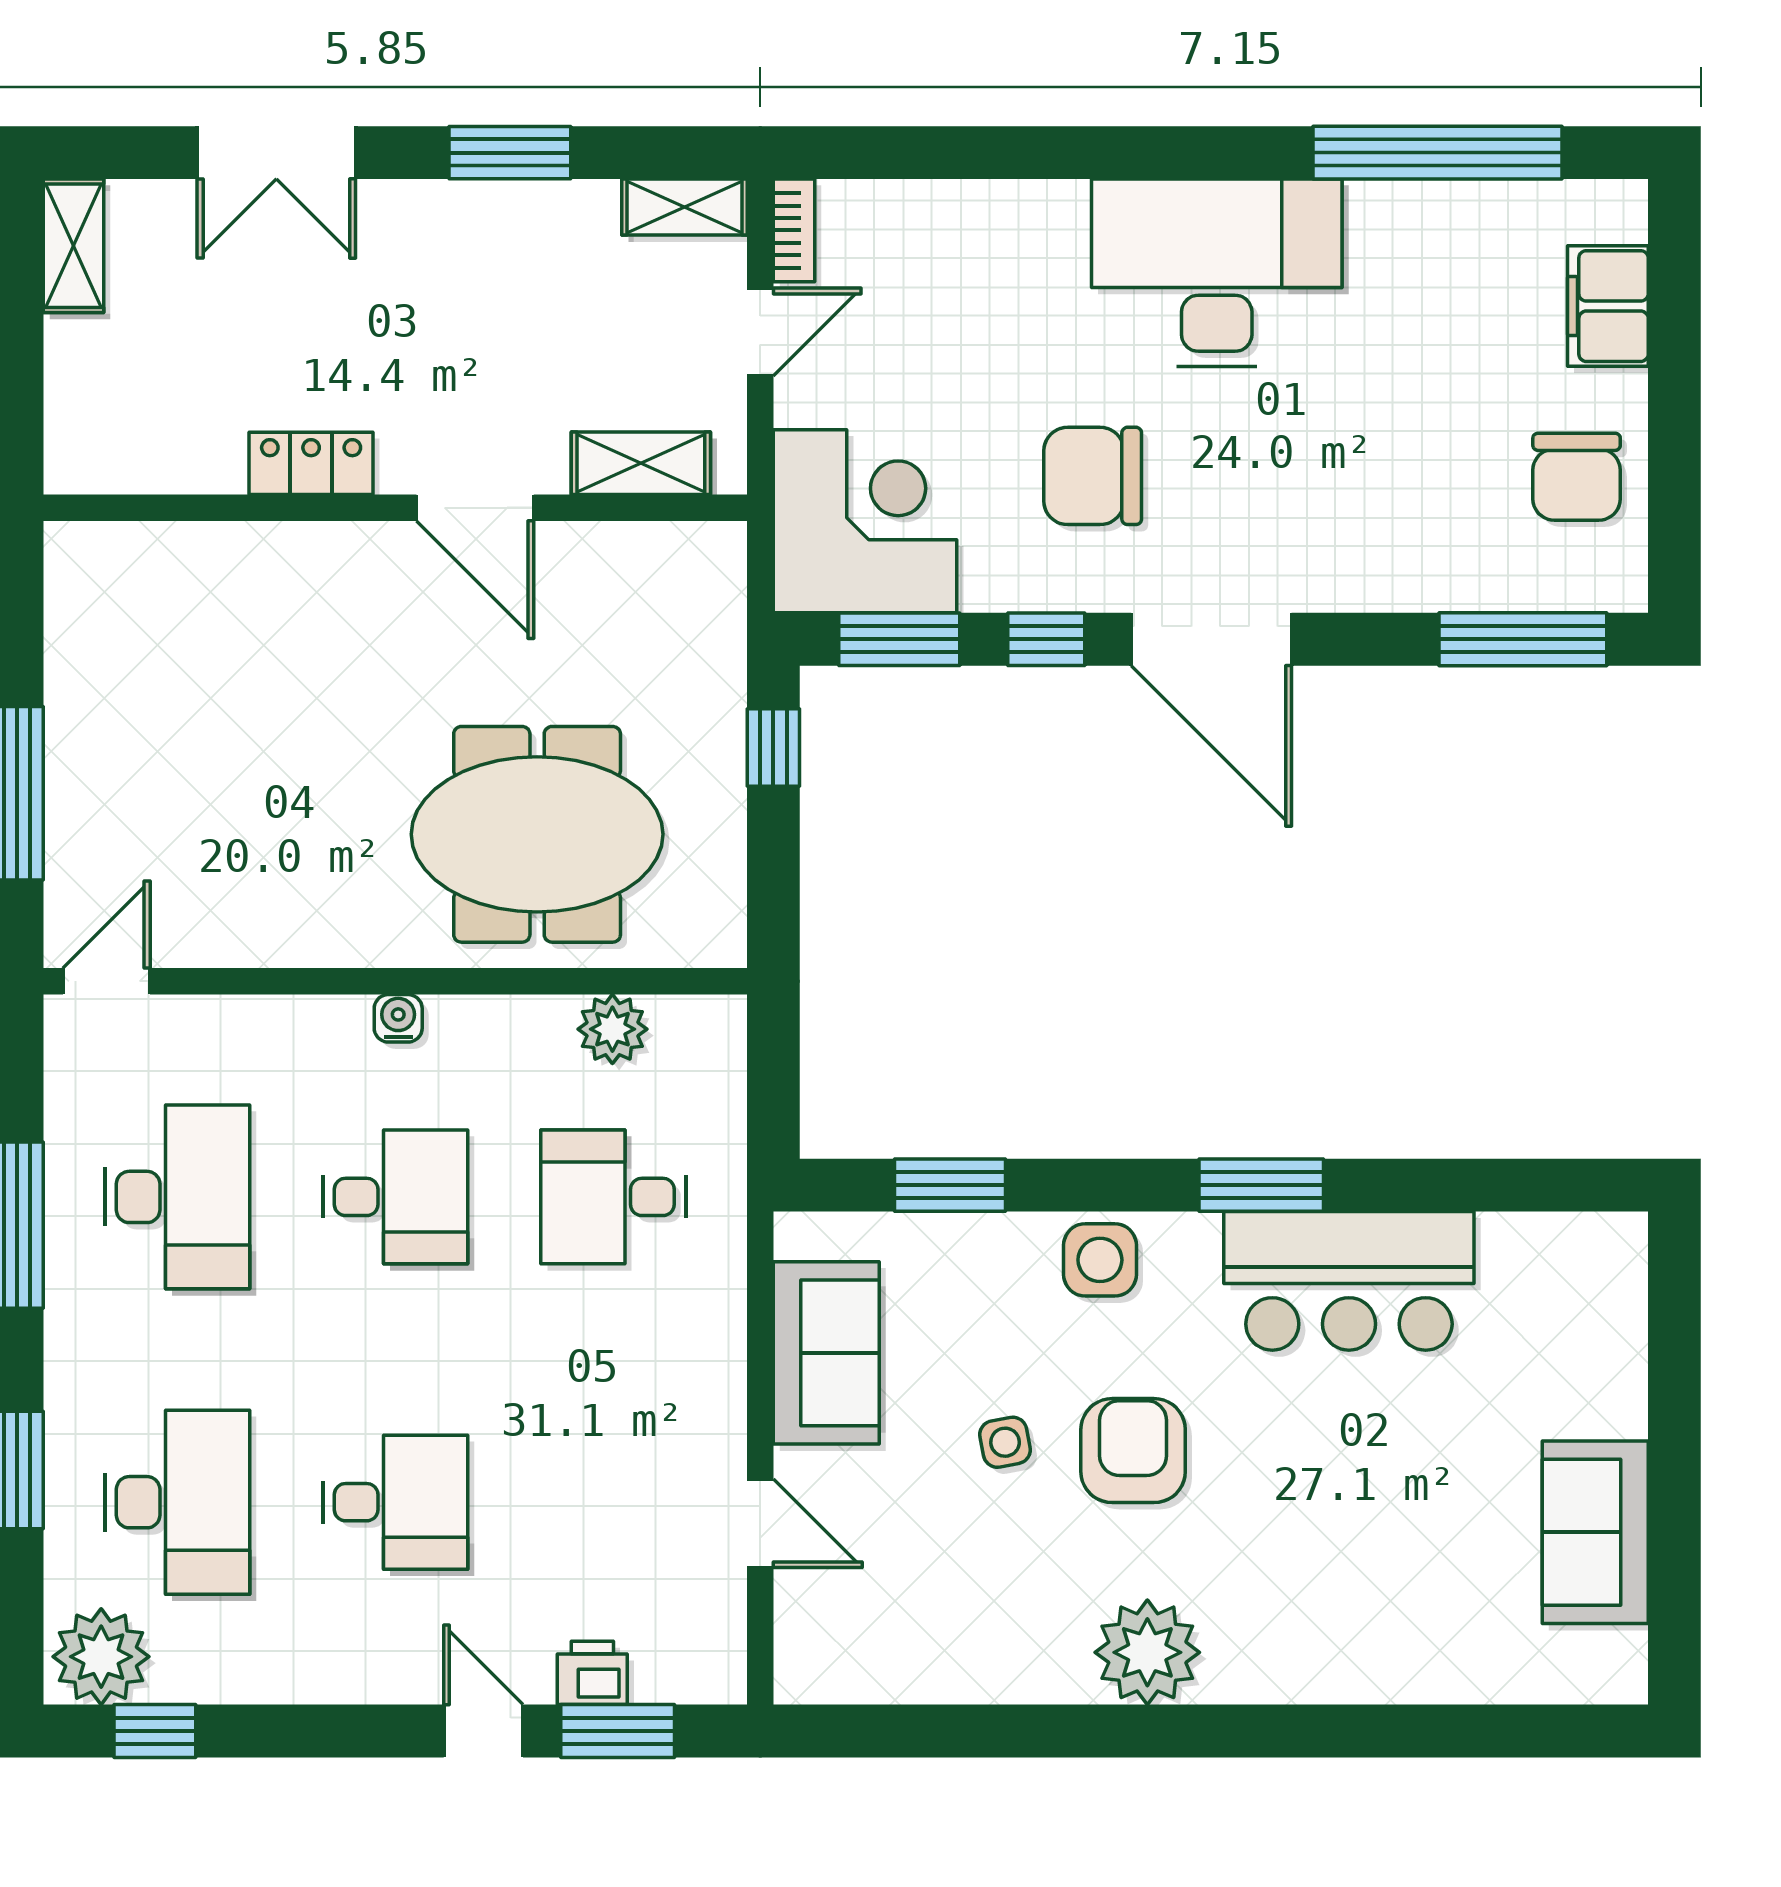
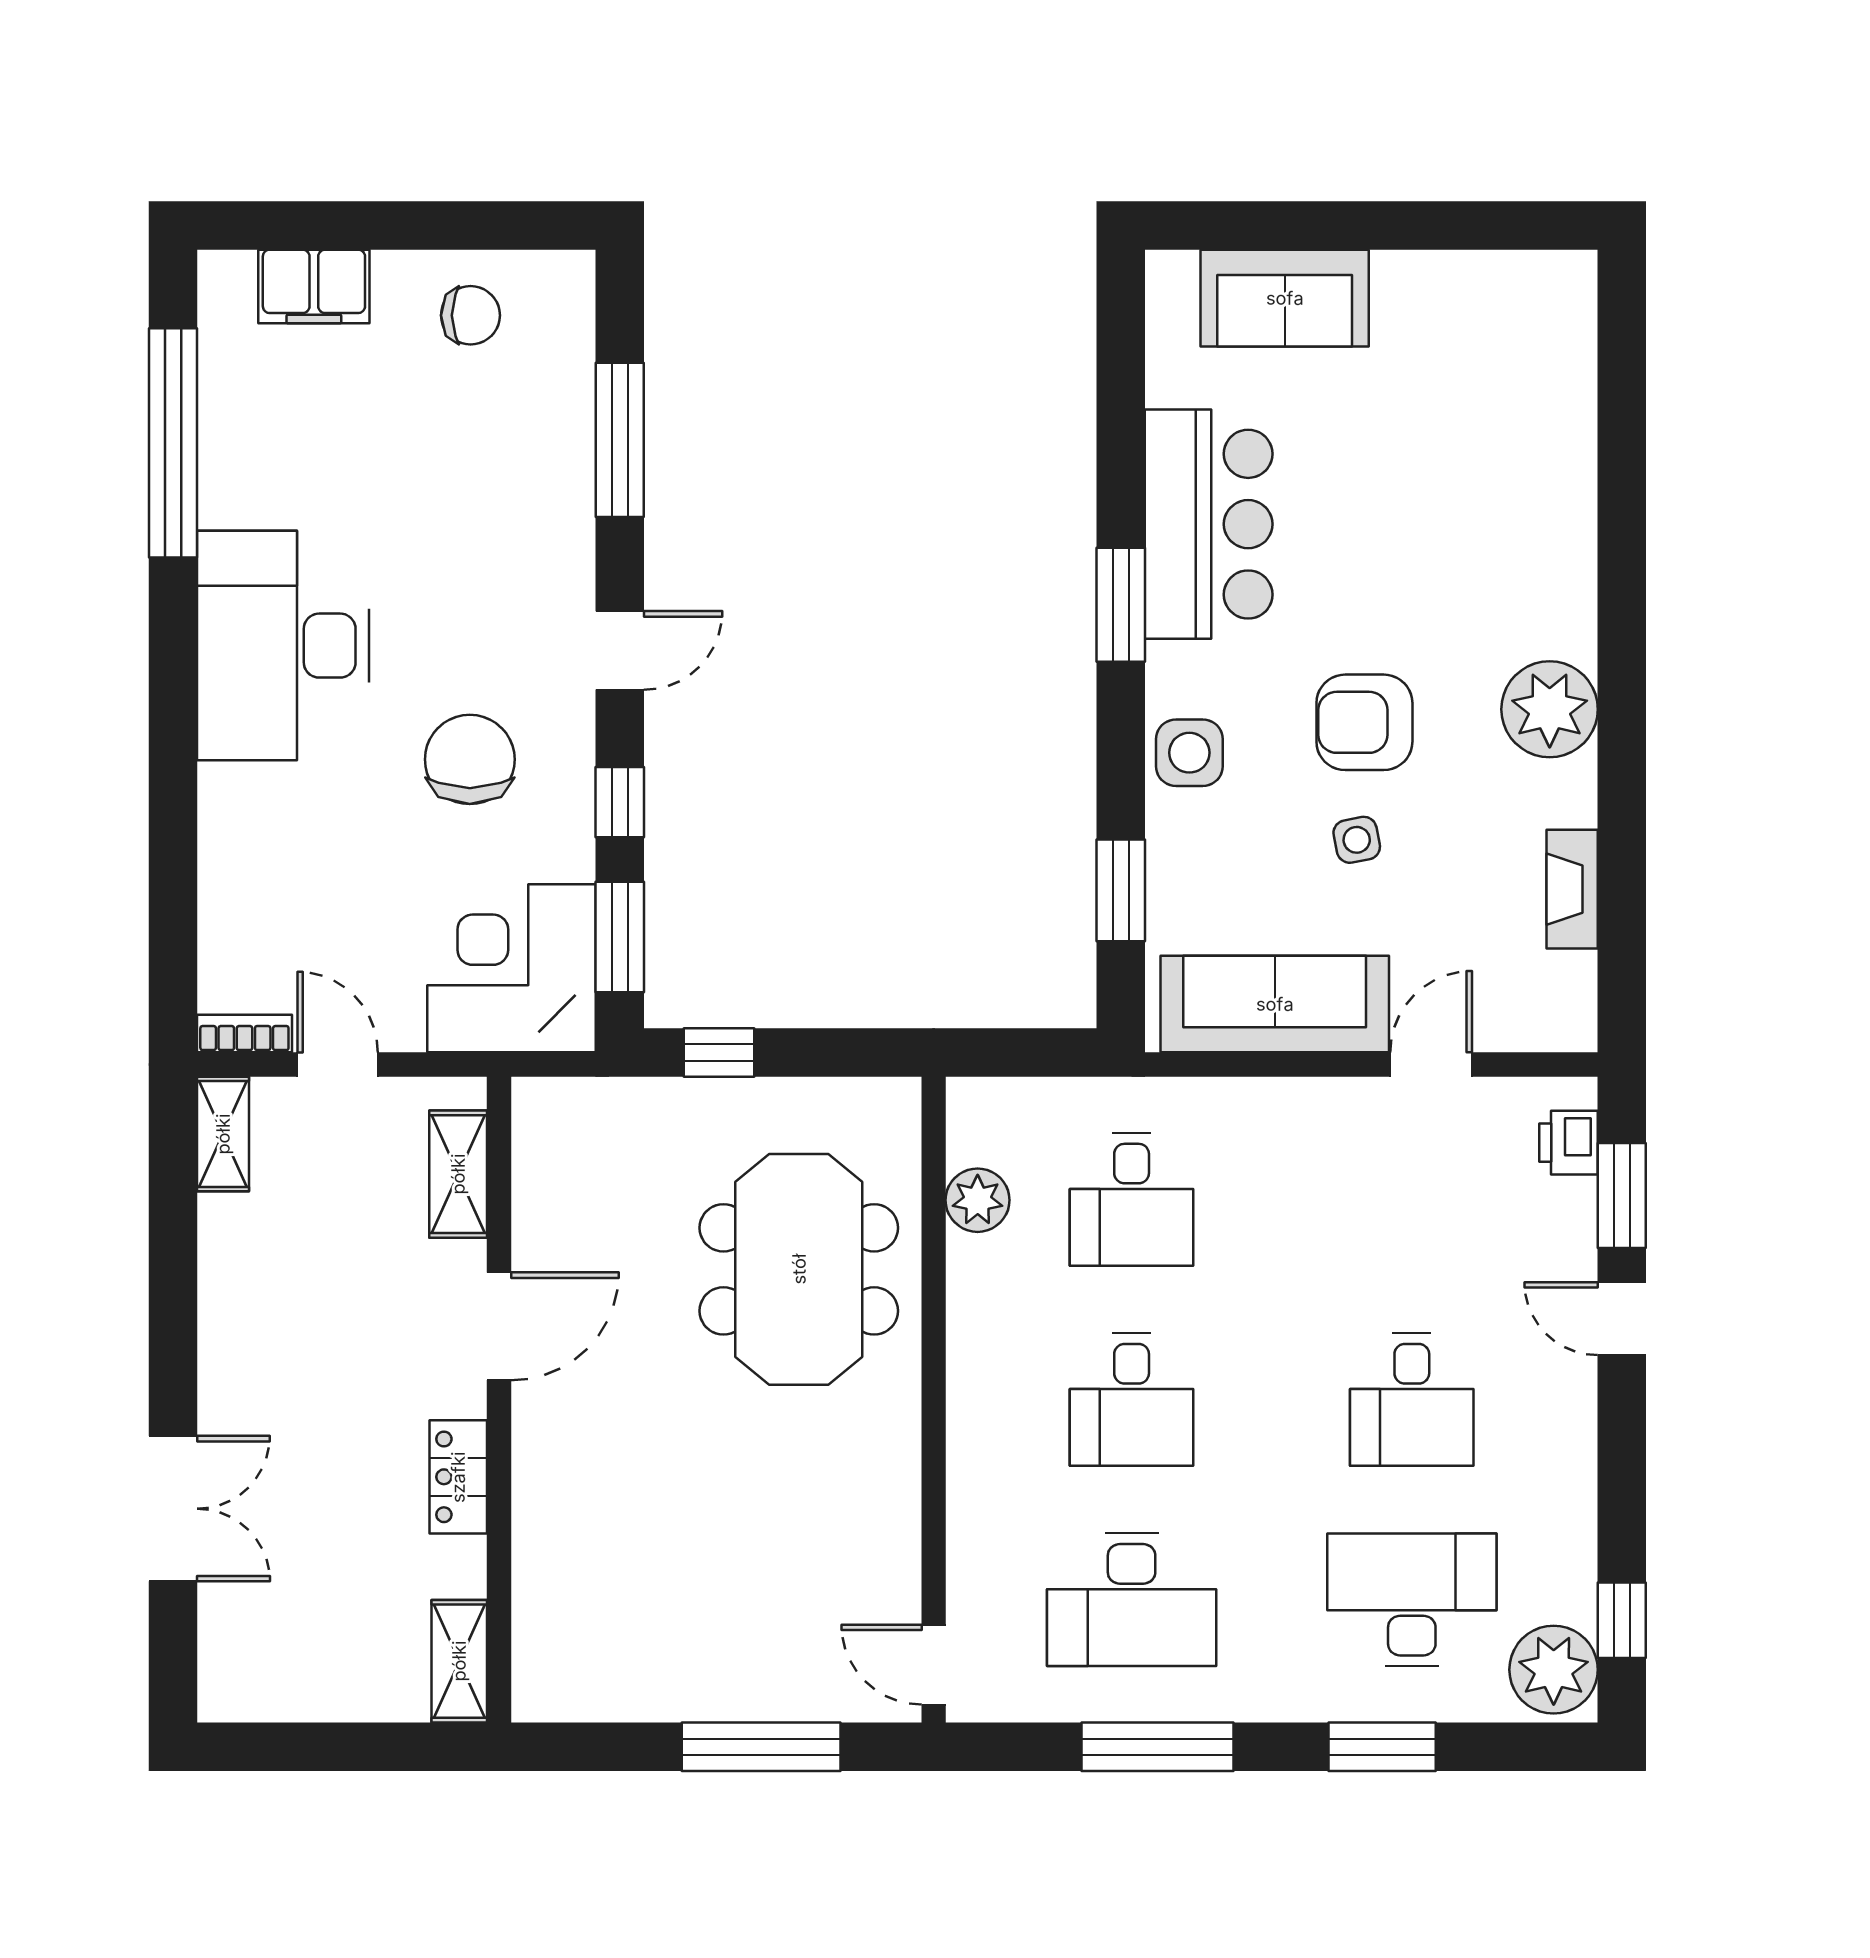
window: (510, 153) -> (173, 1294), removed
shelving: (73, 246) -> (459, 1661), moved, turned 90
chair: (1093, 476) -> (470, 759), turned 180
chair: (1577, 477) -> (471, 315), width x0.73, depth x0.73
door: (1211, 639) -> (620, 650), width x0.53
window: (1523, 639) -> (620, 440), moved
water cooler: (398, 1018) -> (968, 1397), removed
desk: (177, 1197) -> (1132, 1600), turned 180
desk: (395, 1197) -> (1132, 1400), turned 180
sofa: (826, 1353) -> (1275, 1004), width x1.36
desk: (395, 1502) -> (1412, 1400), turned 180
sofa: (1595, 1532) -> (1285, 298), moved
printer: (592, 1673) -> (1569, 1143), moved
fireplace: (951, 1677) -> (1572, 889), added
door: (483, 1731) -> (1622, 1319), hinge flipped

